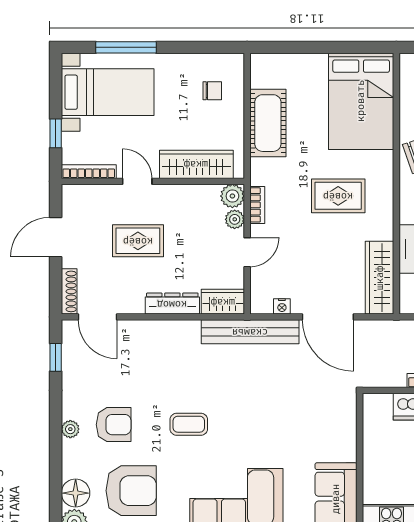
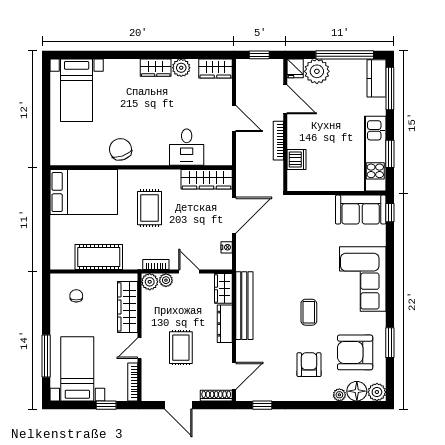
bench: (250, 332) -> (244, 306), moved
plant: (70, 429) -> (339, 395), moved
armchair: (131, 491) -> (355, 352), turned -90

